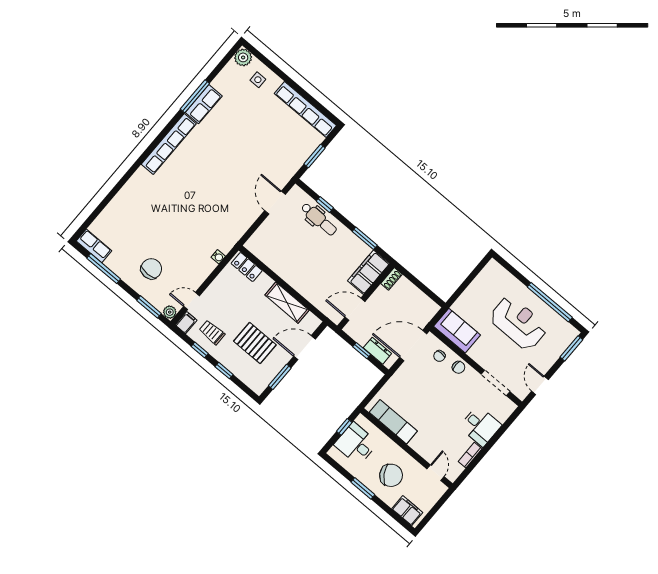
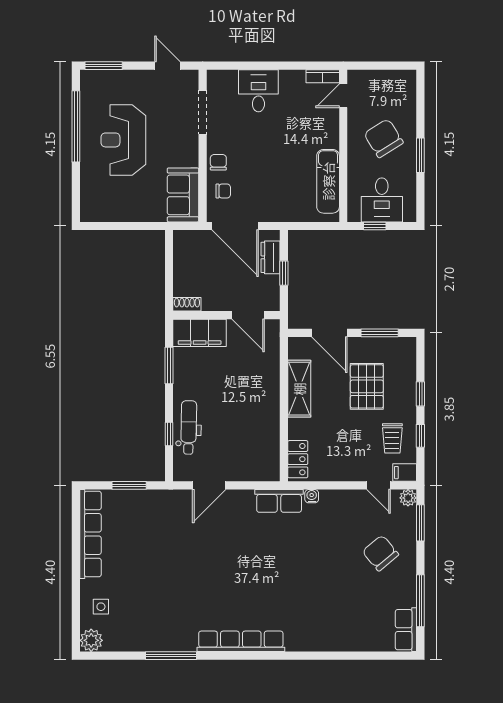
row of seats: (204, 104) -> (279, 501), moved, turned 180
chair: (151, 269) -> (380, 553), turned 50
door: (540, 385) -> (167, 66), swing flipped
bookcase: (470, 455) -> (323, 76), moved
filing cabinet: (407, 511) -> (405, 92), removed

